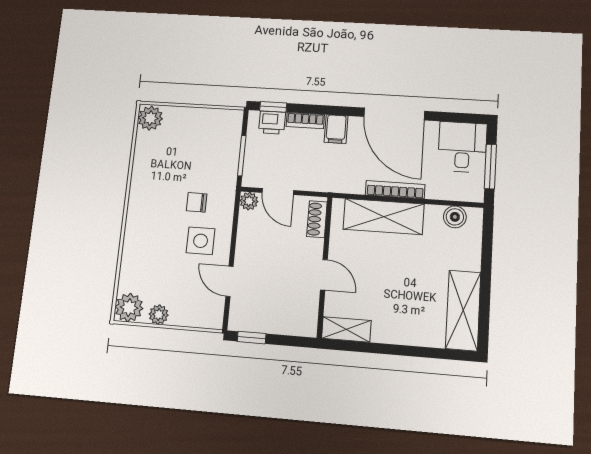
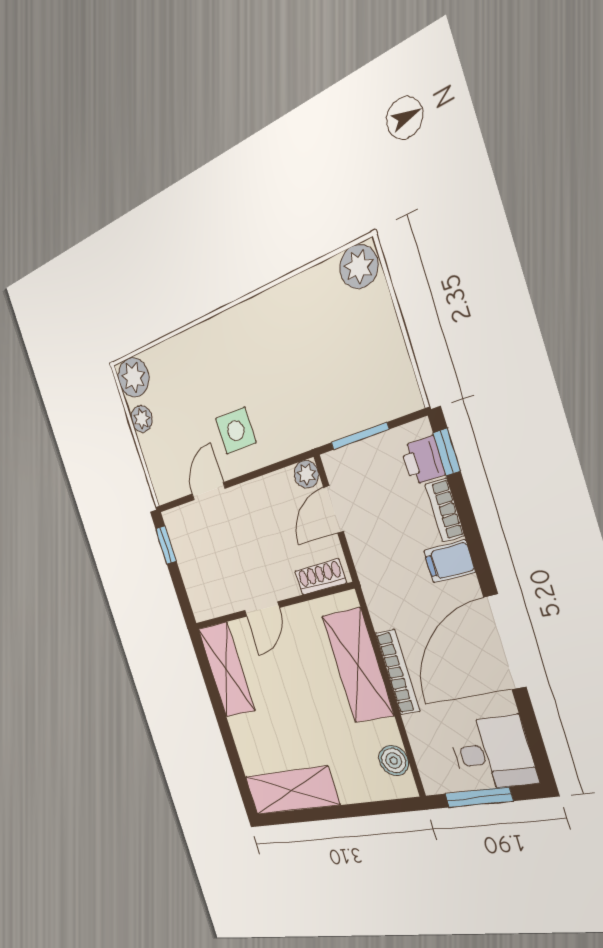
chair: (197, 202) -> (277, 401), removed
shelving: (346, 329) -> (226, 670), width x1.50, depth x1.33

